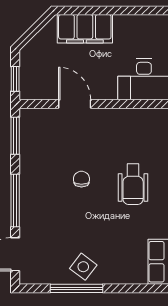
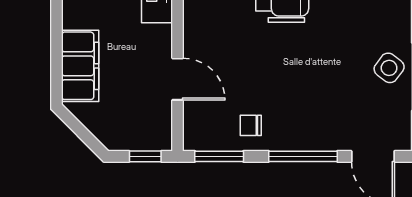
door: (75, 104) -> (178, 79), swing flipped
chair: (81, 179) -> (251, 125), moved

